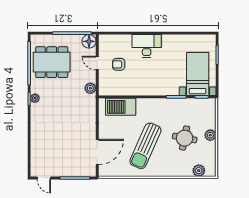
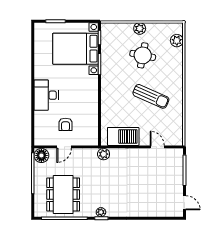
bed with nightstands: (198, 74) -> (76, 49), width x1.36
plant: (90, 88) -> (104, 154), moved
barbecue: (121, 107) -> (123, 136), moved, turned -90
sun lounger: (145, 146) -> (151, 96), width x0.73, depth x0.75
door: (97, 152) -> (157, 147), width x0.53
door: (44, 178) -> (184, 203), hinge flipped

